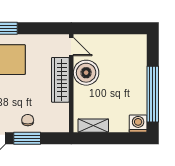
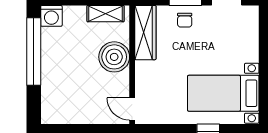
boiler: (86, 73) -> (114, 57), moved
wardrobe: (60, 80) -> (145, 33), moved

